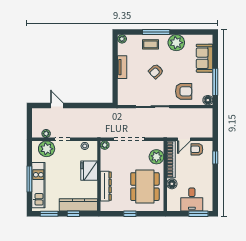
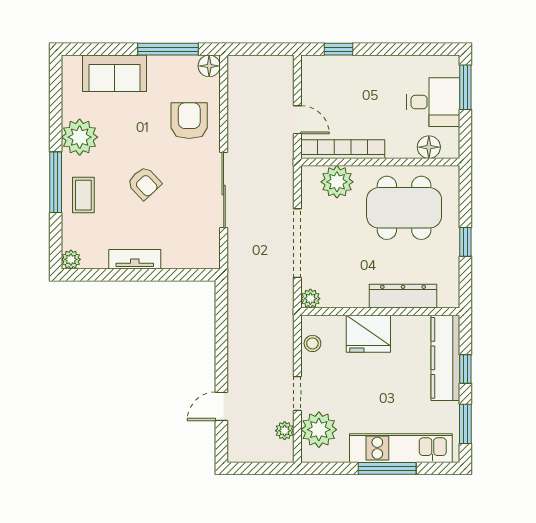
armchair: (197, 149) -> (320, 91), removed
floor lamp: (172, 184) -> (429, 147), moved

